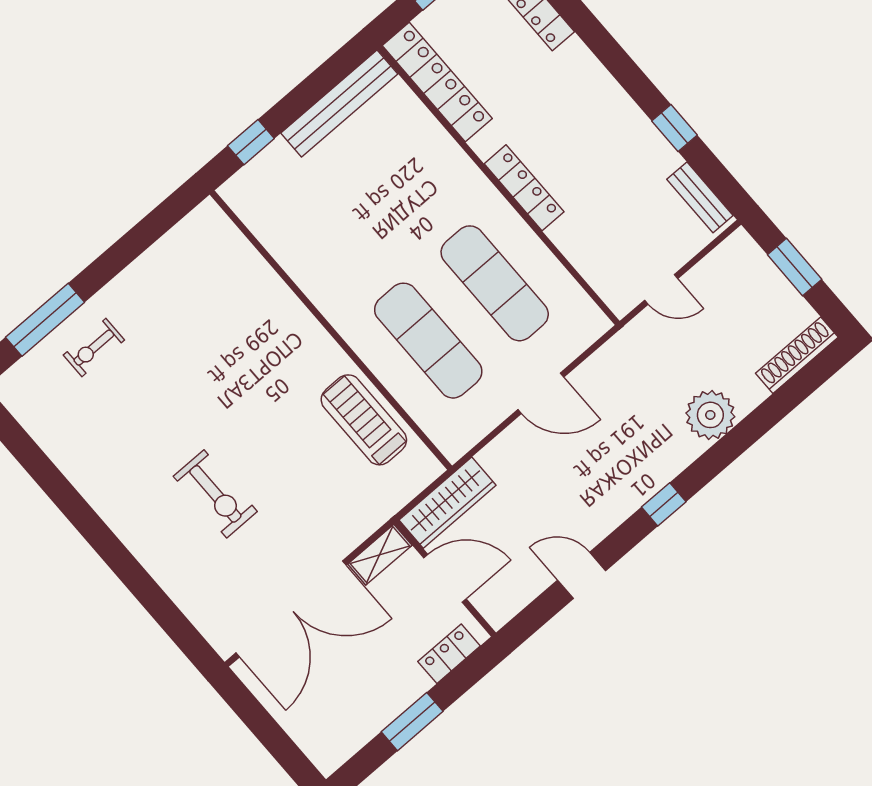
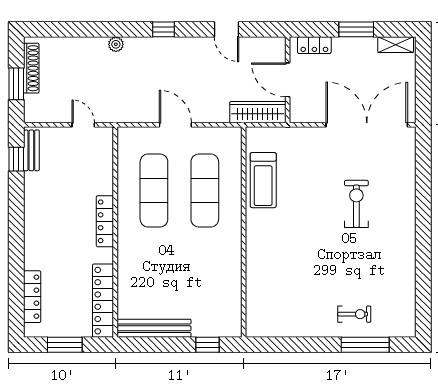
window: (675, 128) -> (16, 159), moved
shoe rack: (797, 355) -> (31, 68), moved, turned -90
plant: (710, 415) -> (116, 44), width x0.53, depth x0.53
shelving: (380, 555) -> (396, 45), moved

